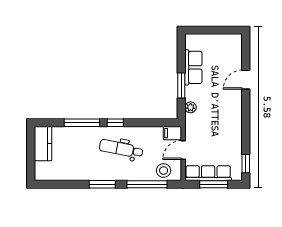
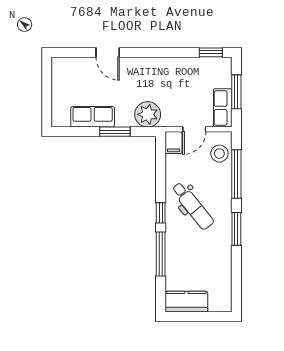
plant: (191, 107) -> (148, 114), width x1.88, depth x1.88
dental chair: (121, 149) -> (193, 206), turned -50
door: (183, 150) -> (194, 129), hinge flipped
row of seats: (208, 173) -> (223, 108), width x0.68

